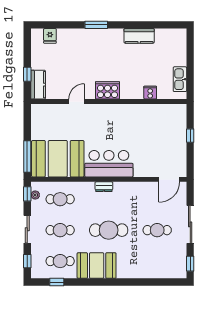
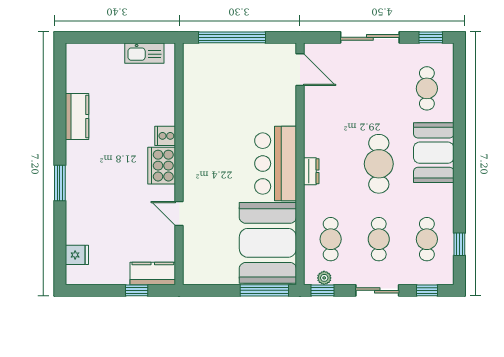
cooker: (150, 93) -> (165, 136), moved
window: (190, 136) -> (232, 37), width x3.17
cafe table: (157, 230) -> (427, 88), moved
booth: (97, 266) -> (434, 153), moved

